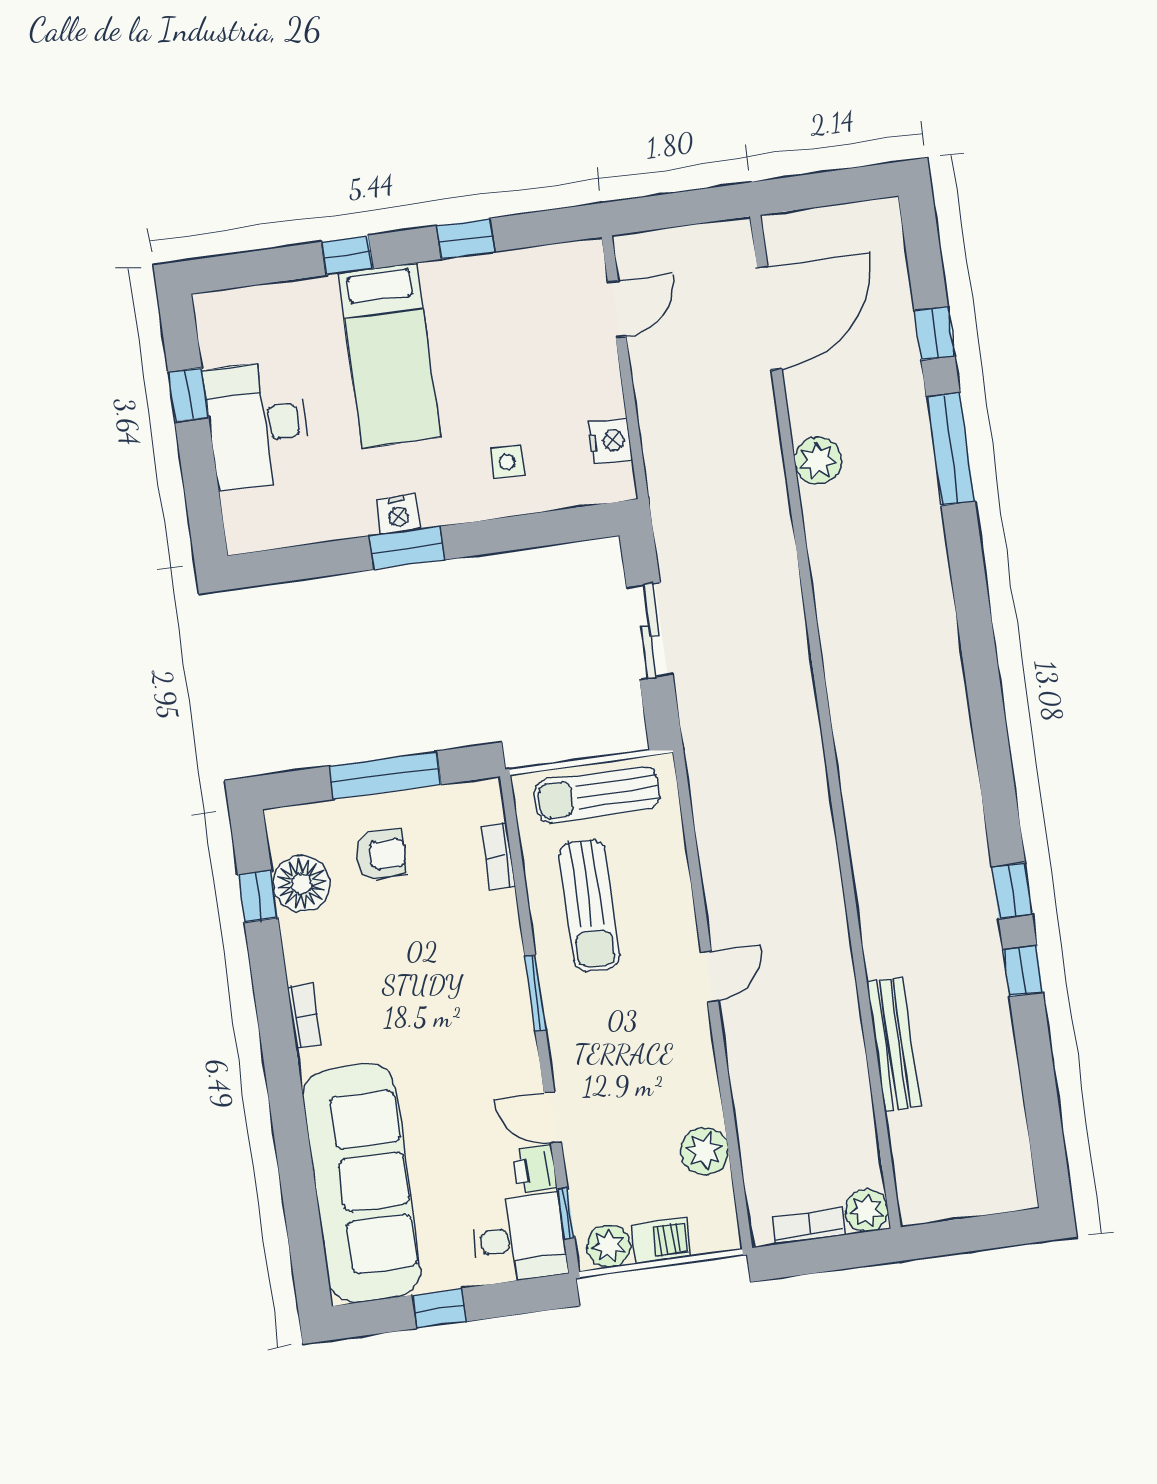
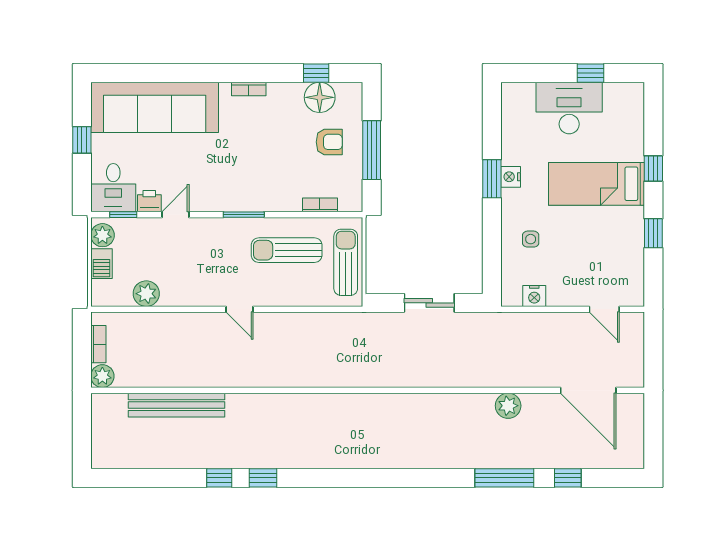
armchair: (381, 855) -> (329, 142), turned -90
bench: (894, 1044) -> (176, 405), width x1.37, depth x1.21

